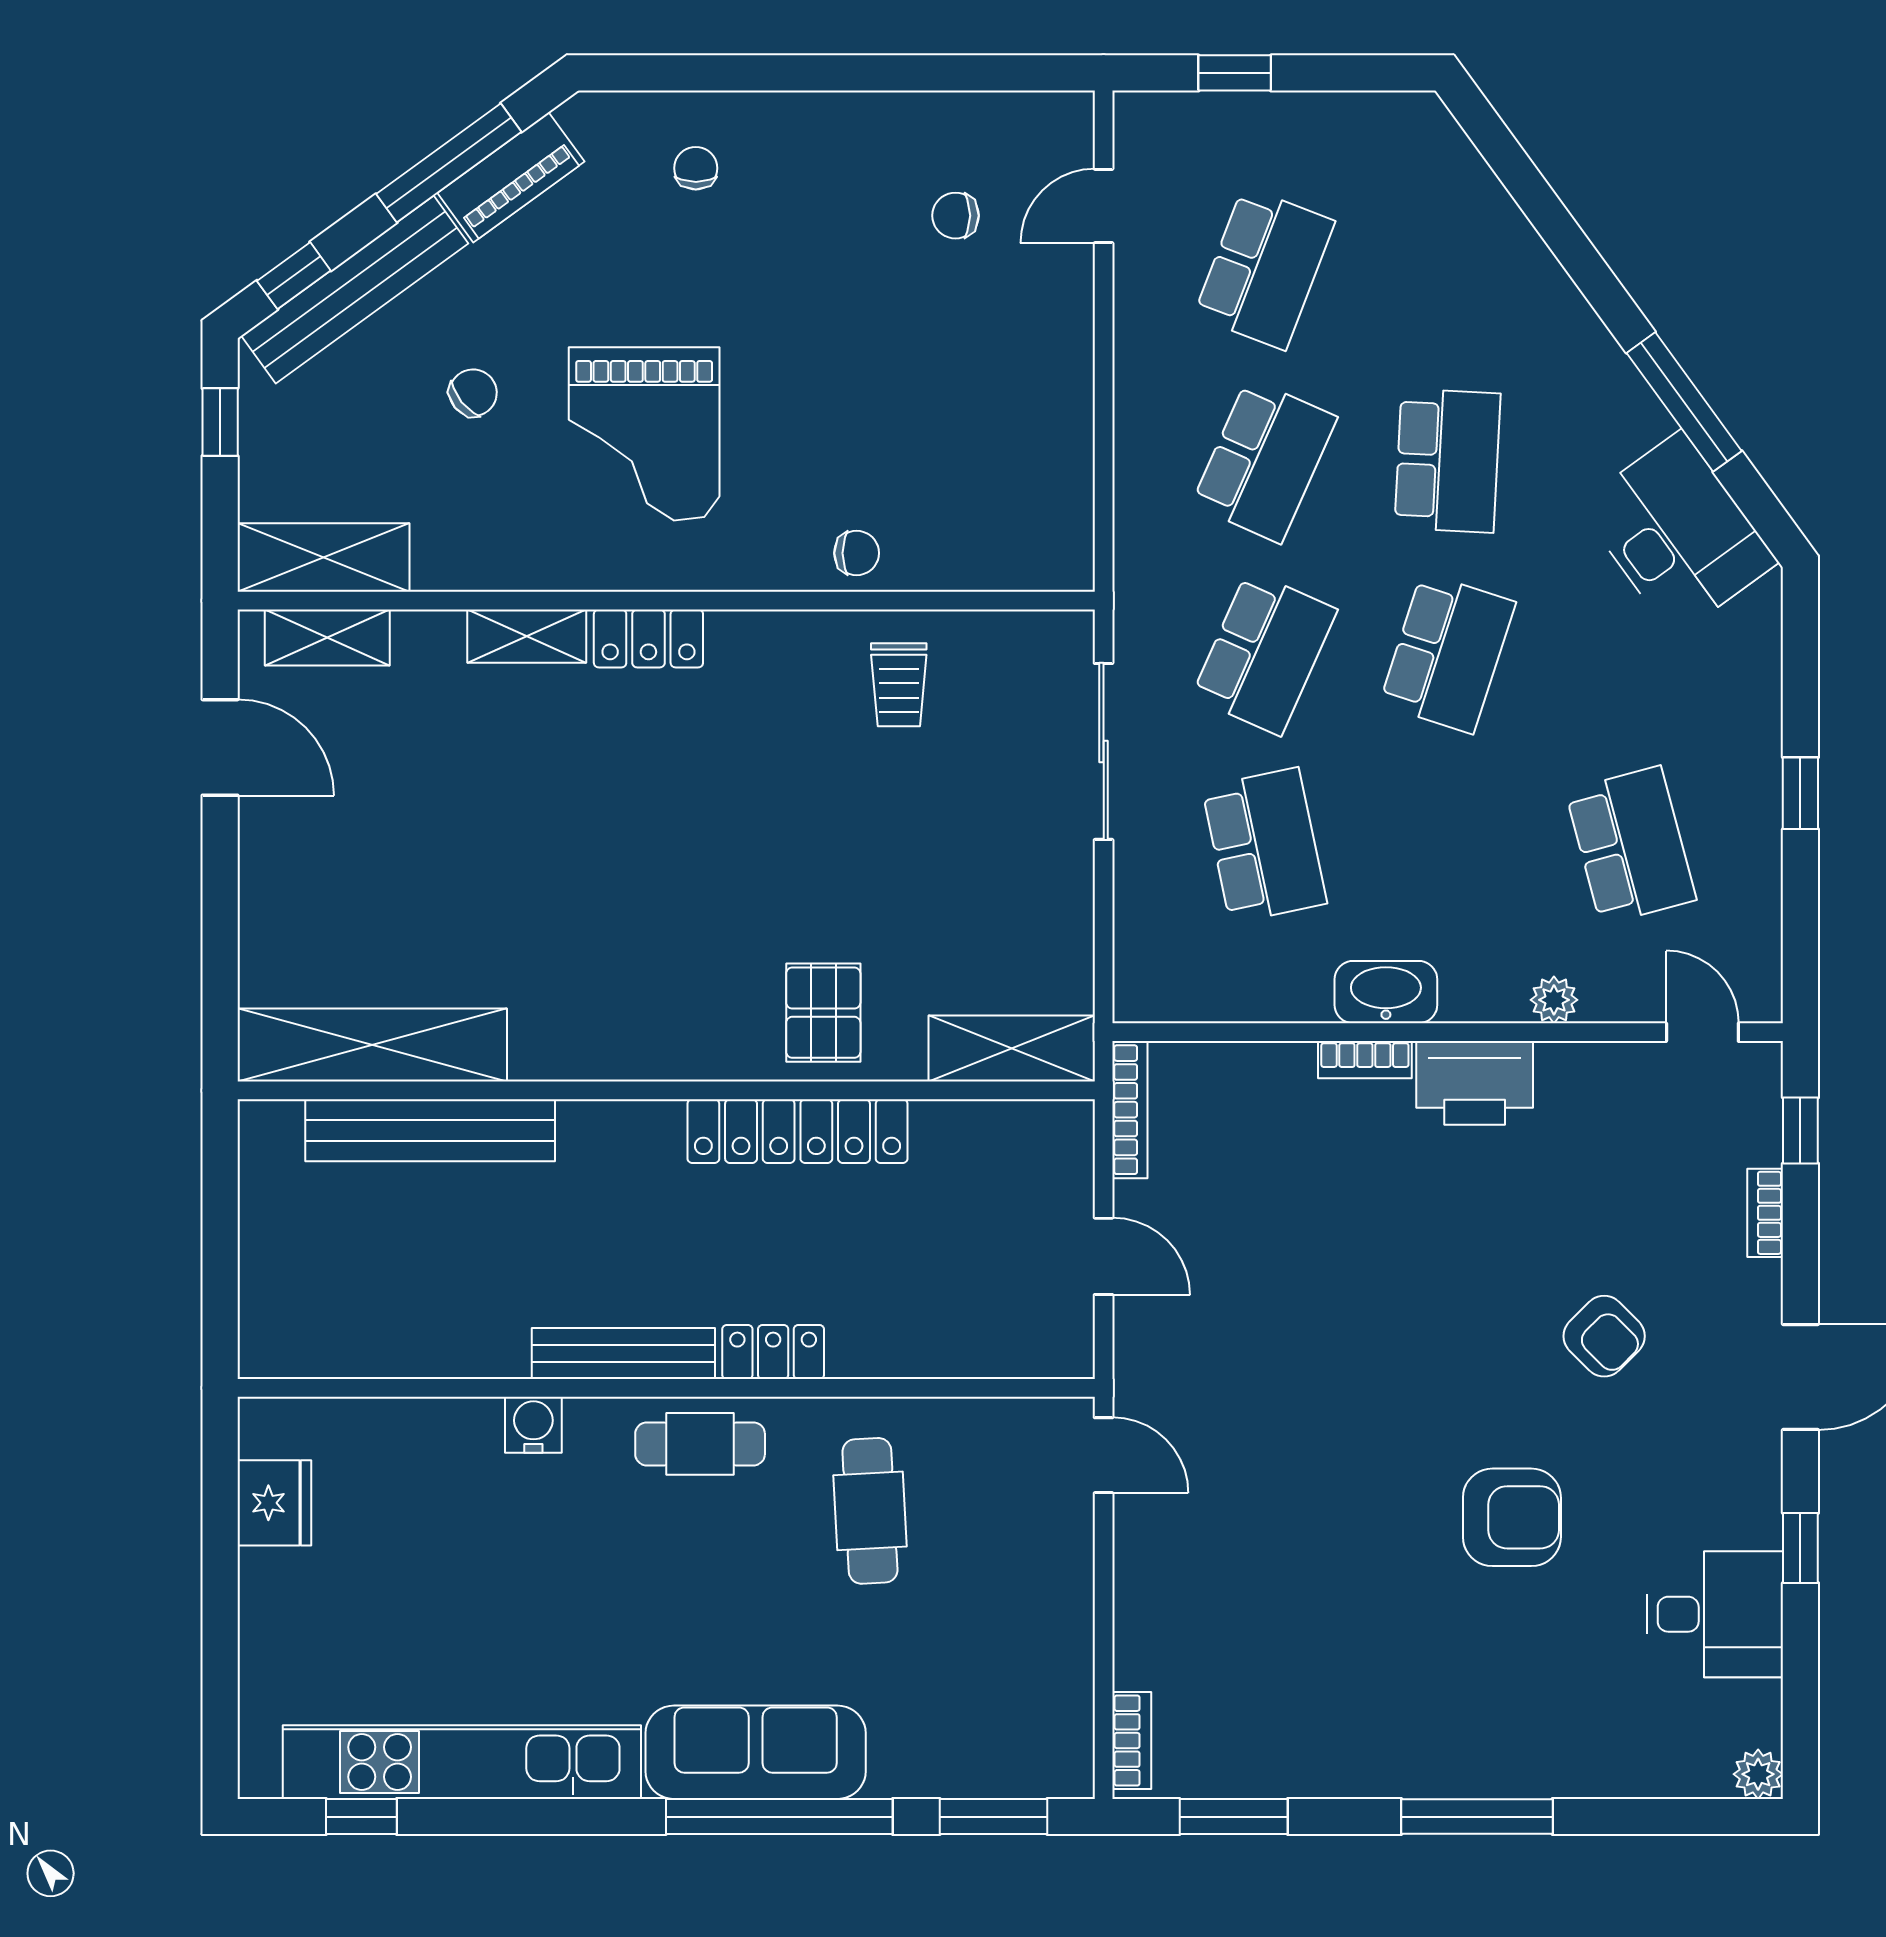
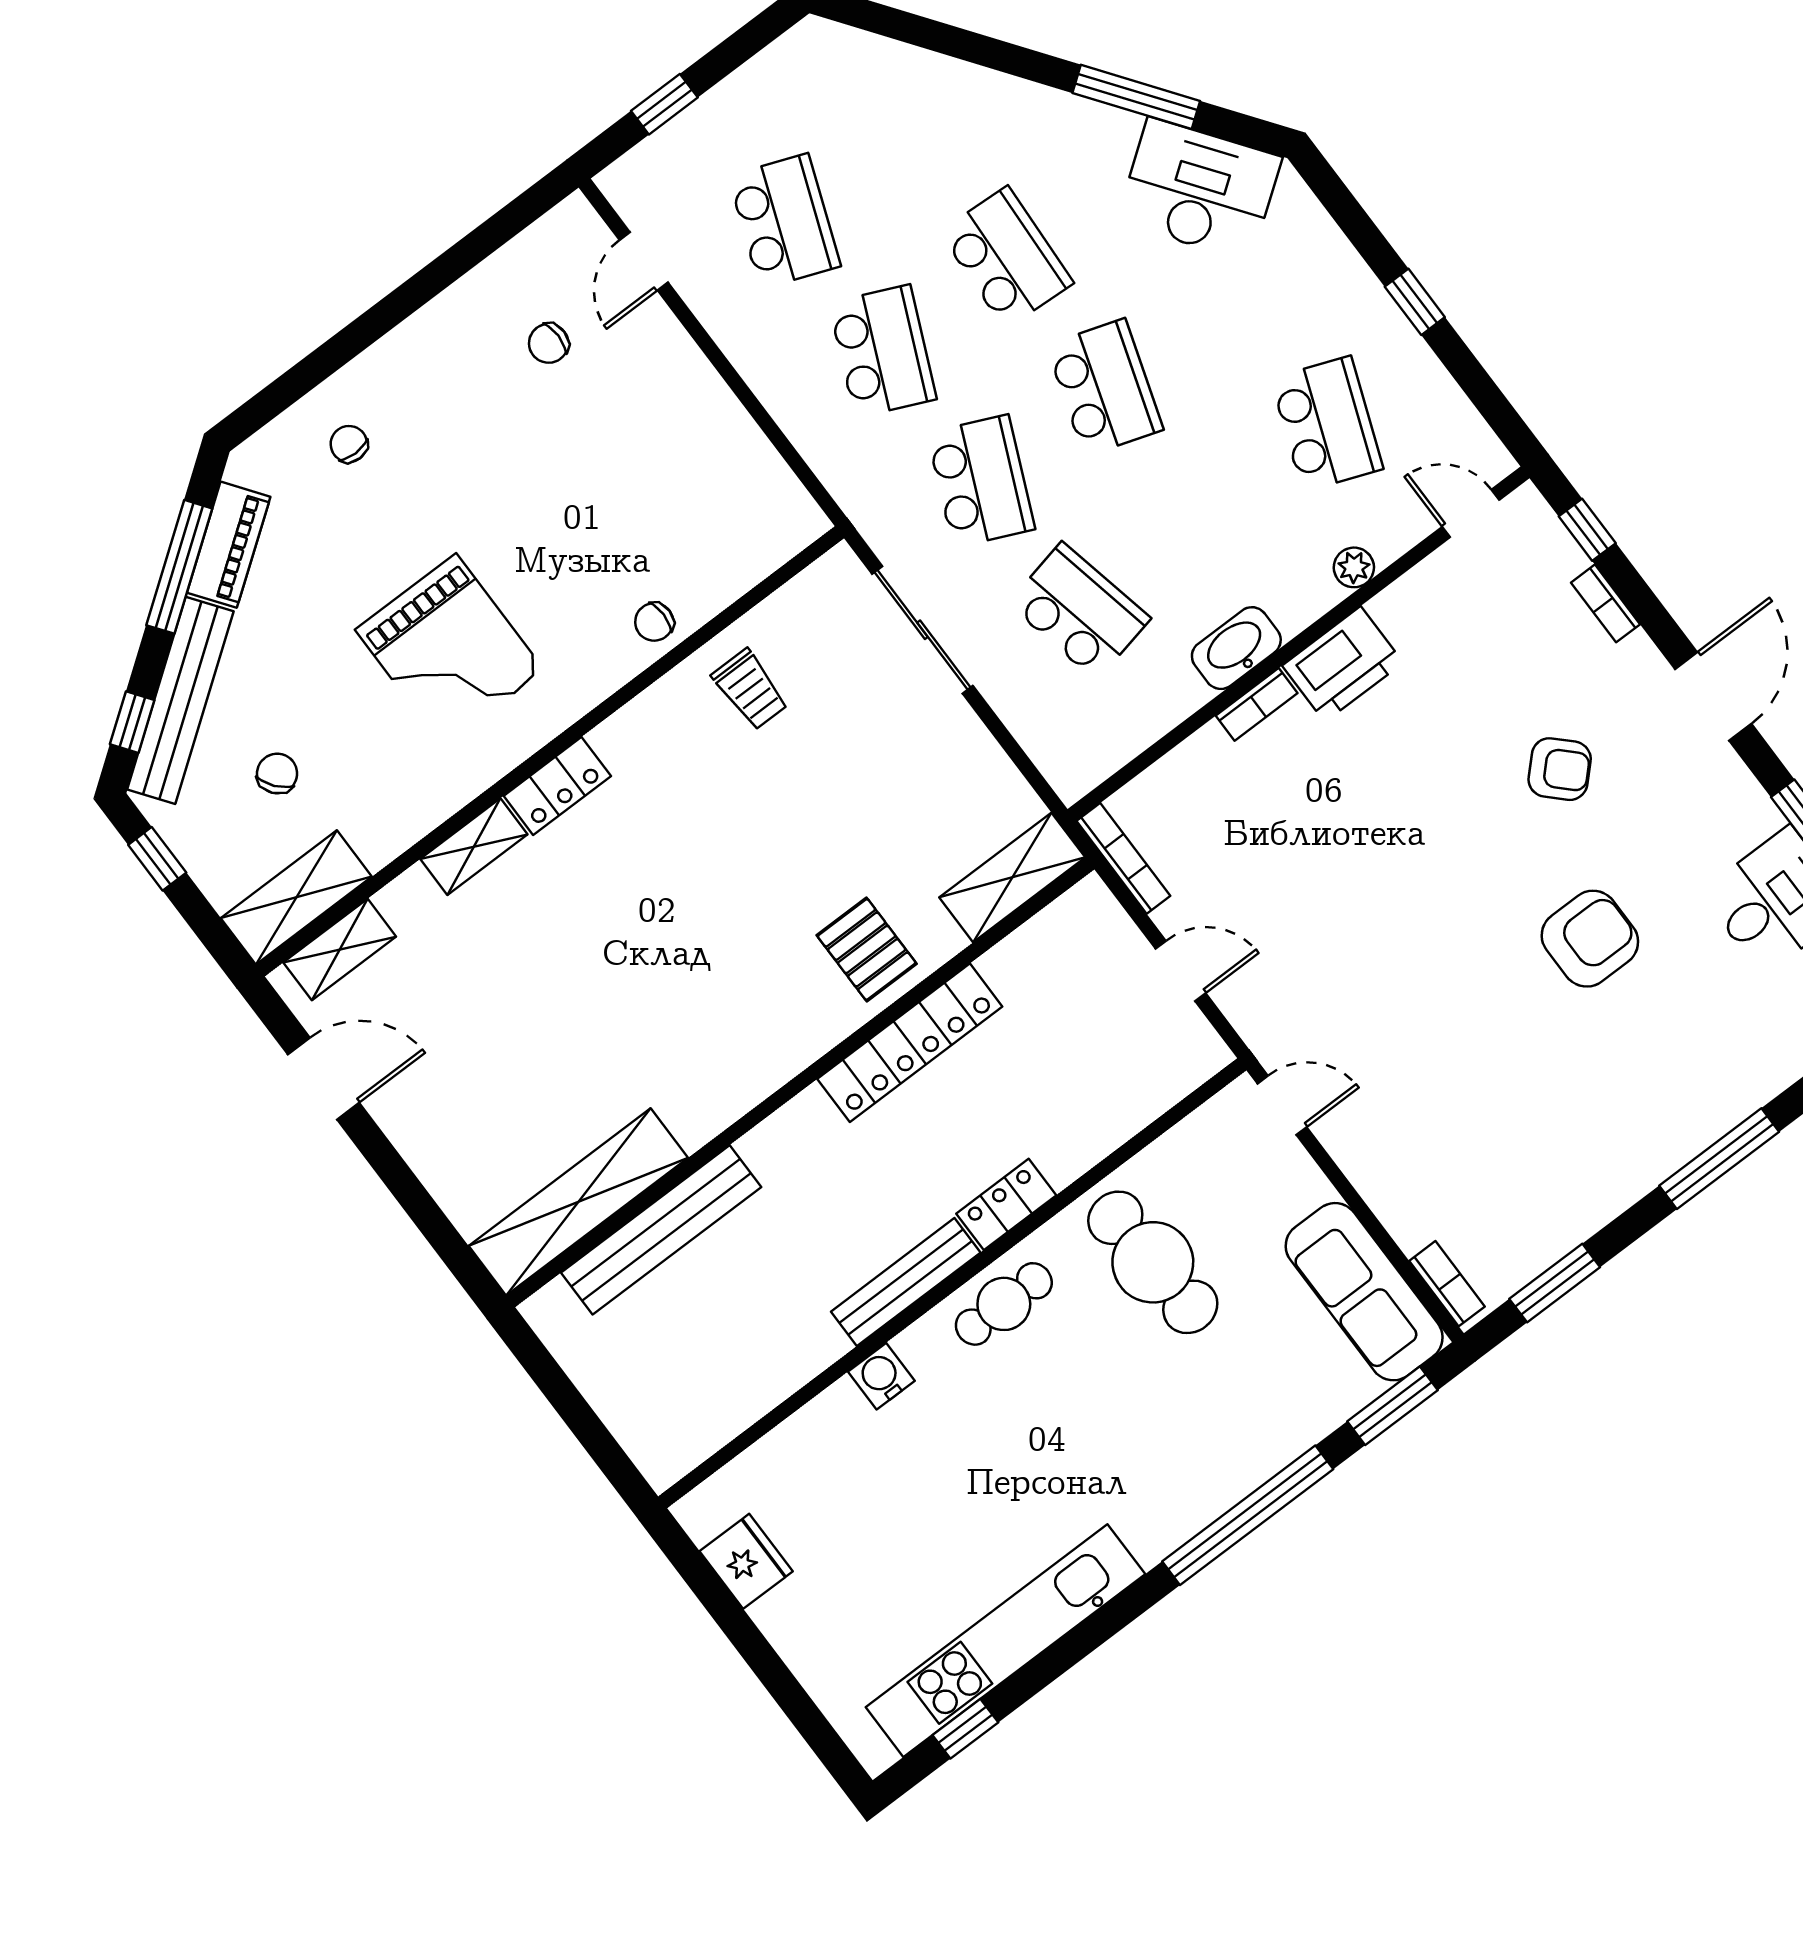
chair: (473, 393) -> (277, 774), moved
chair: (857, 553) -> (654, 622), turned 180
school desk: (1631, 845) -> (1327, 424), turned 36
cafe table: (870, 1511) -> (1153, 1262), width x1.37, depth x1.35
sofa: (756, 1752) -> (1364, 1292), moved, turned -90

